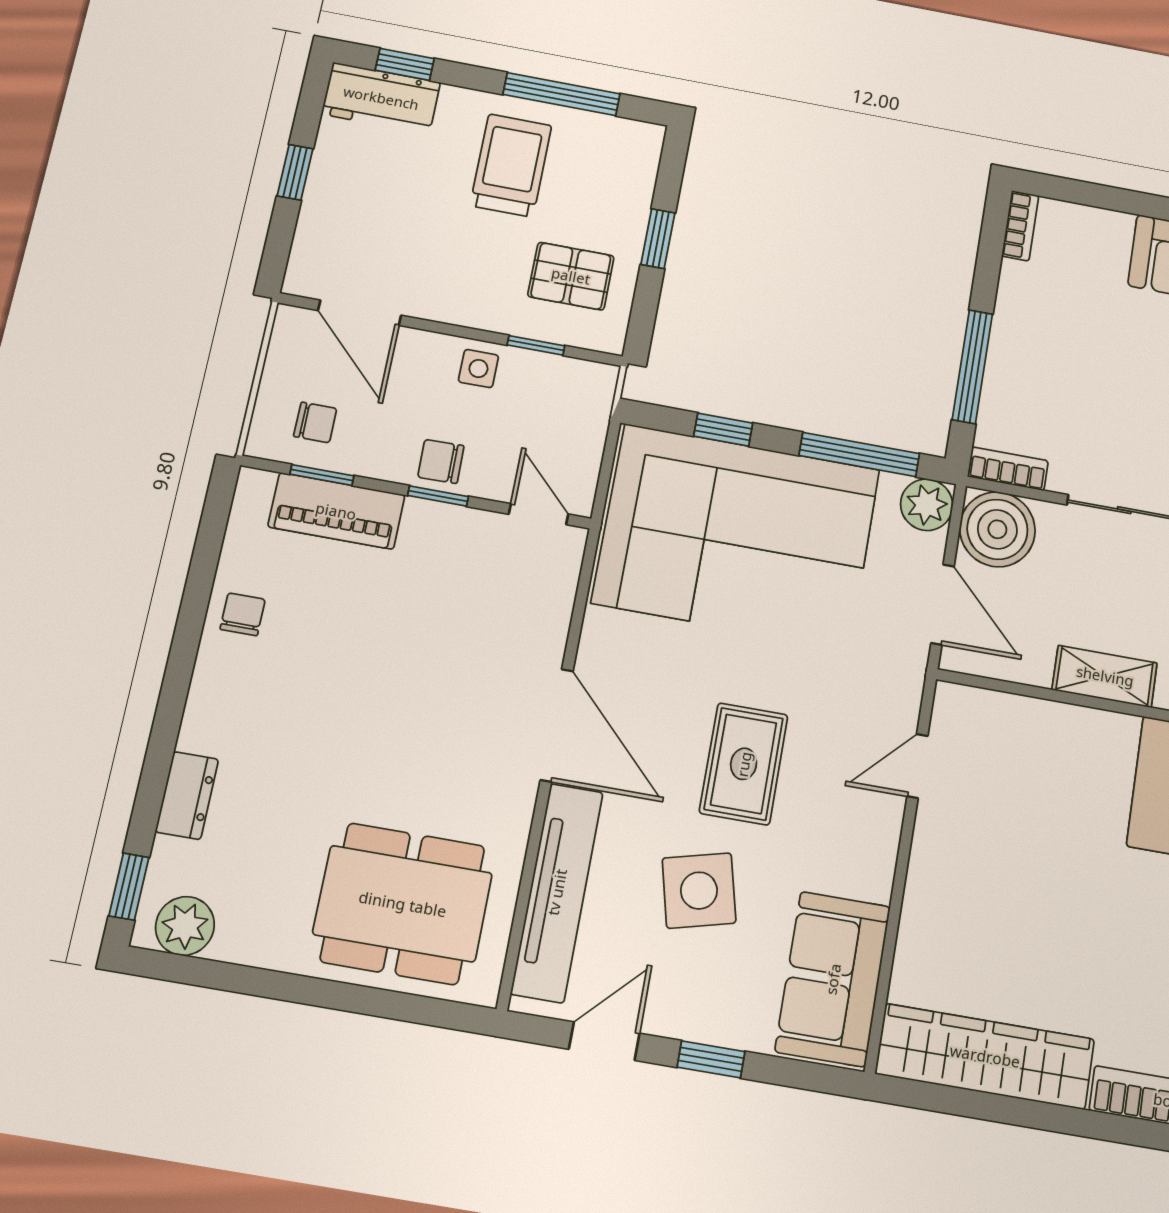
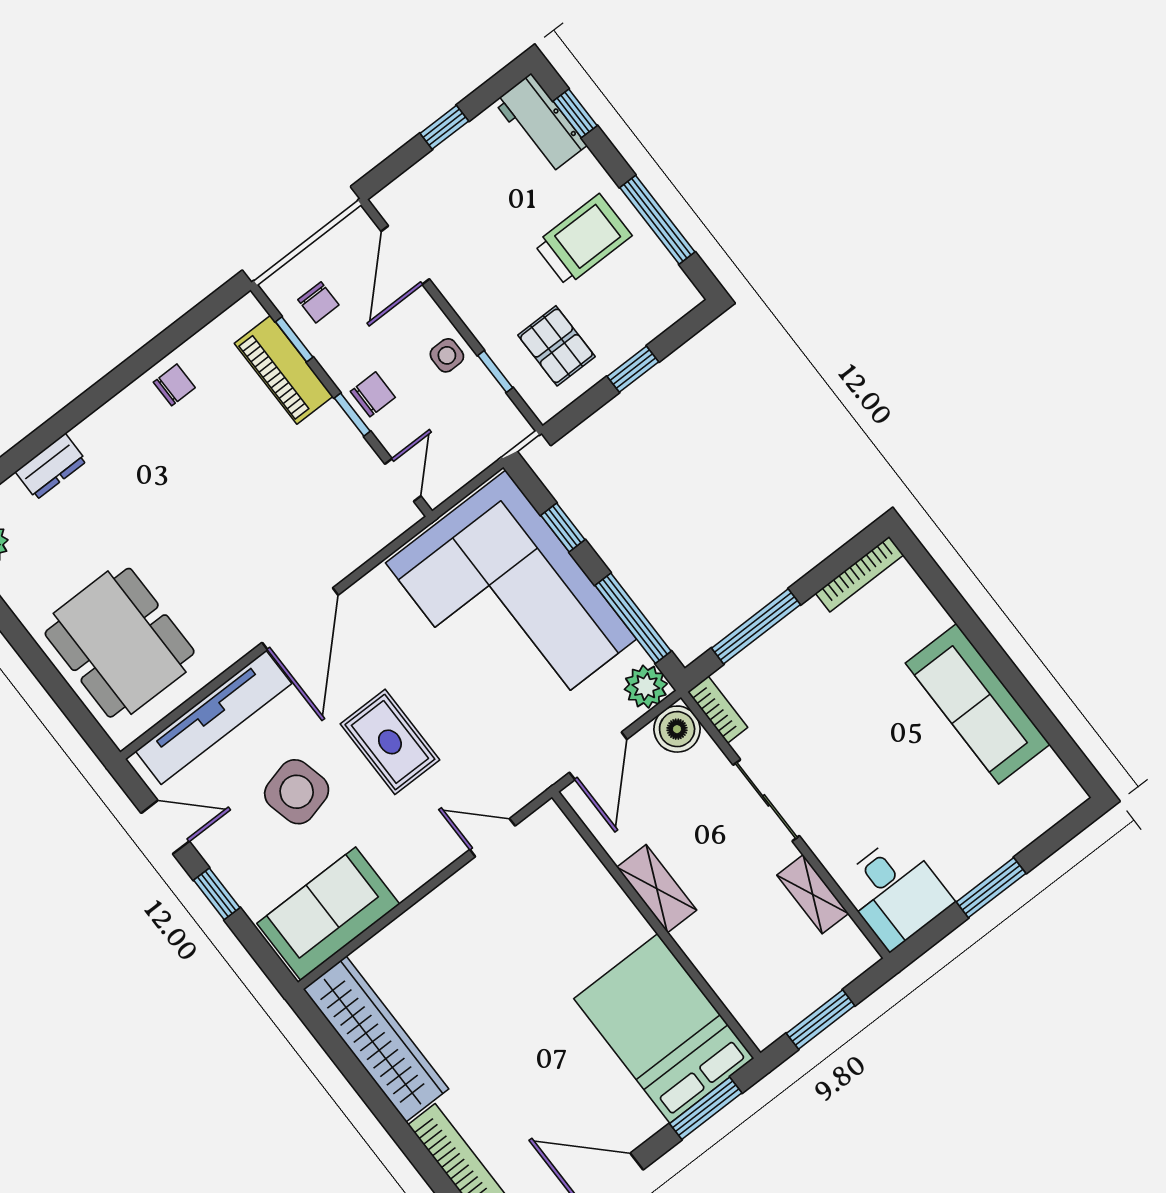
bookcase: (1020, 226) -> (860, 574), width x1.56
chair: (441, 461) -> (373, 394), turned 91
boiler: (997, 529) -> (677, 729), width x0.73, depth x0.73
rug: (744, 764) -> (390, 742), turned 90

